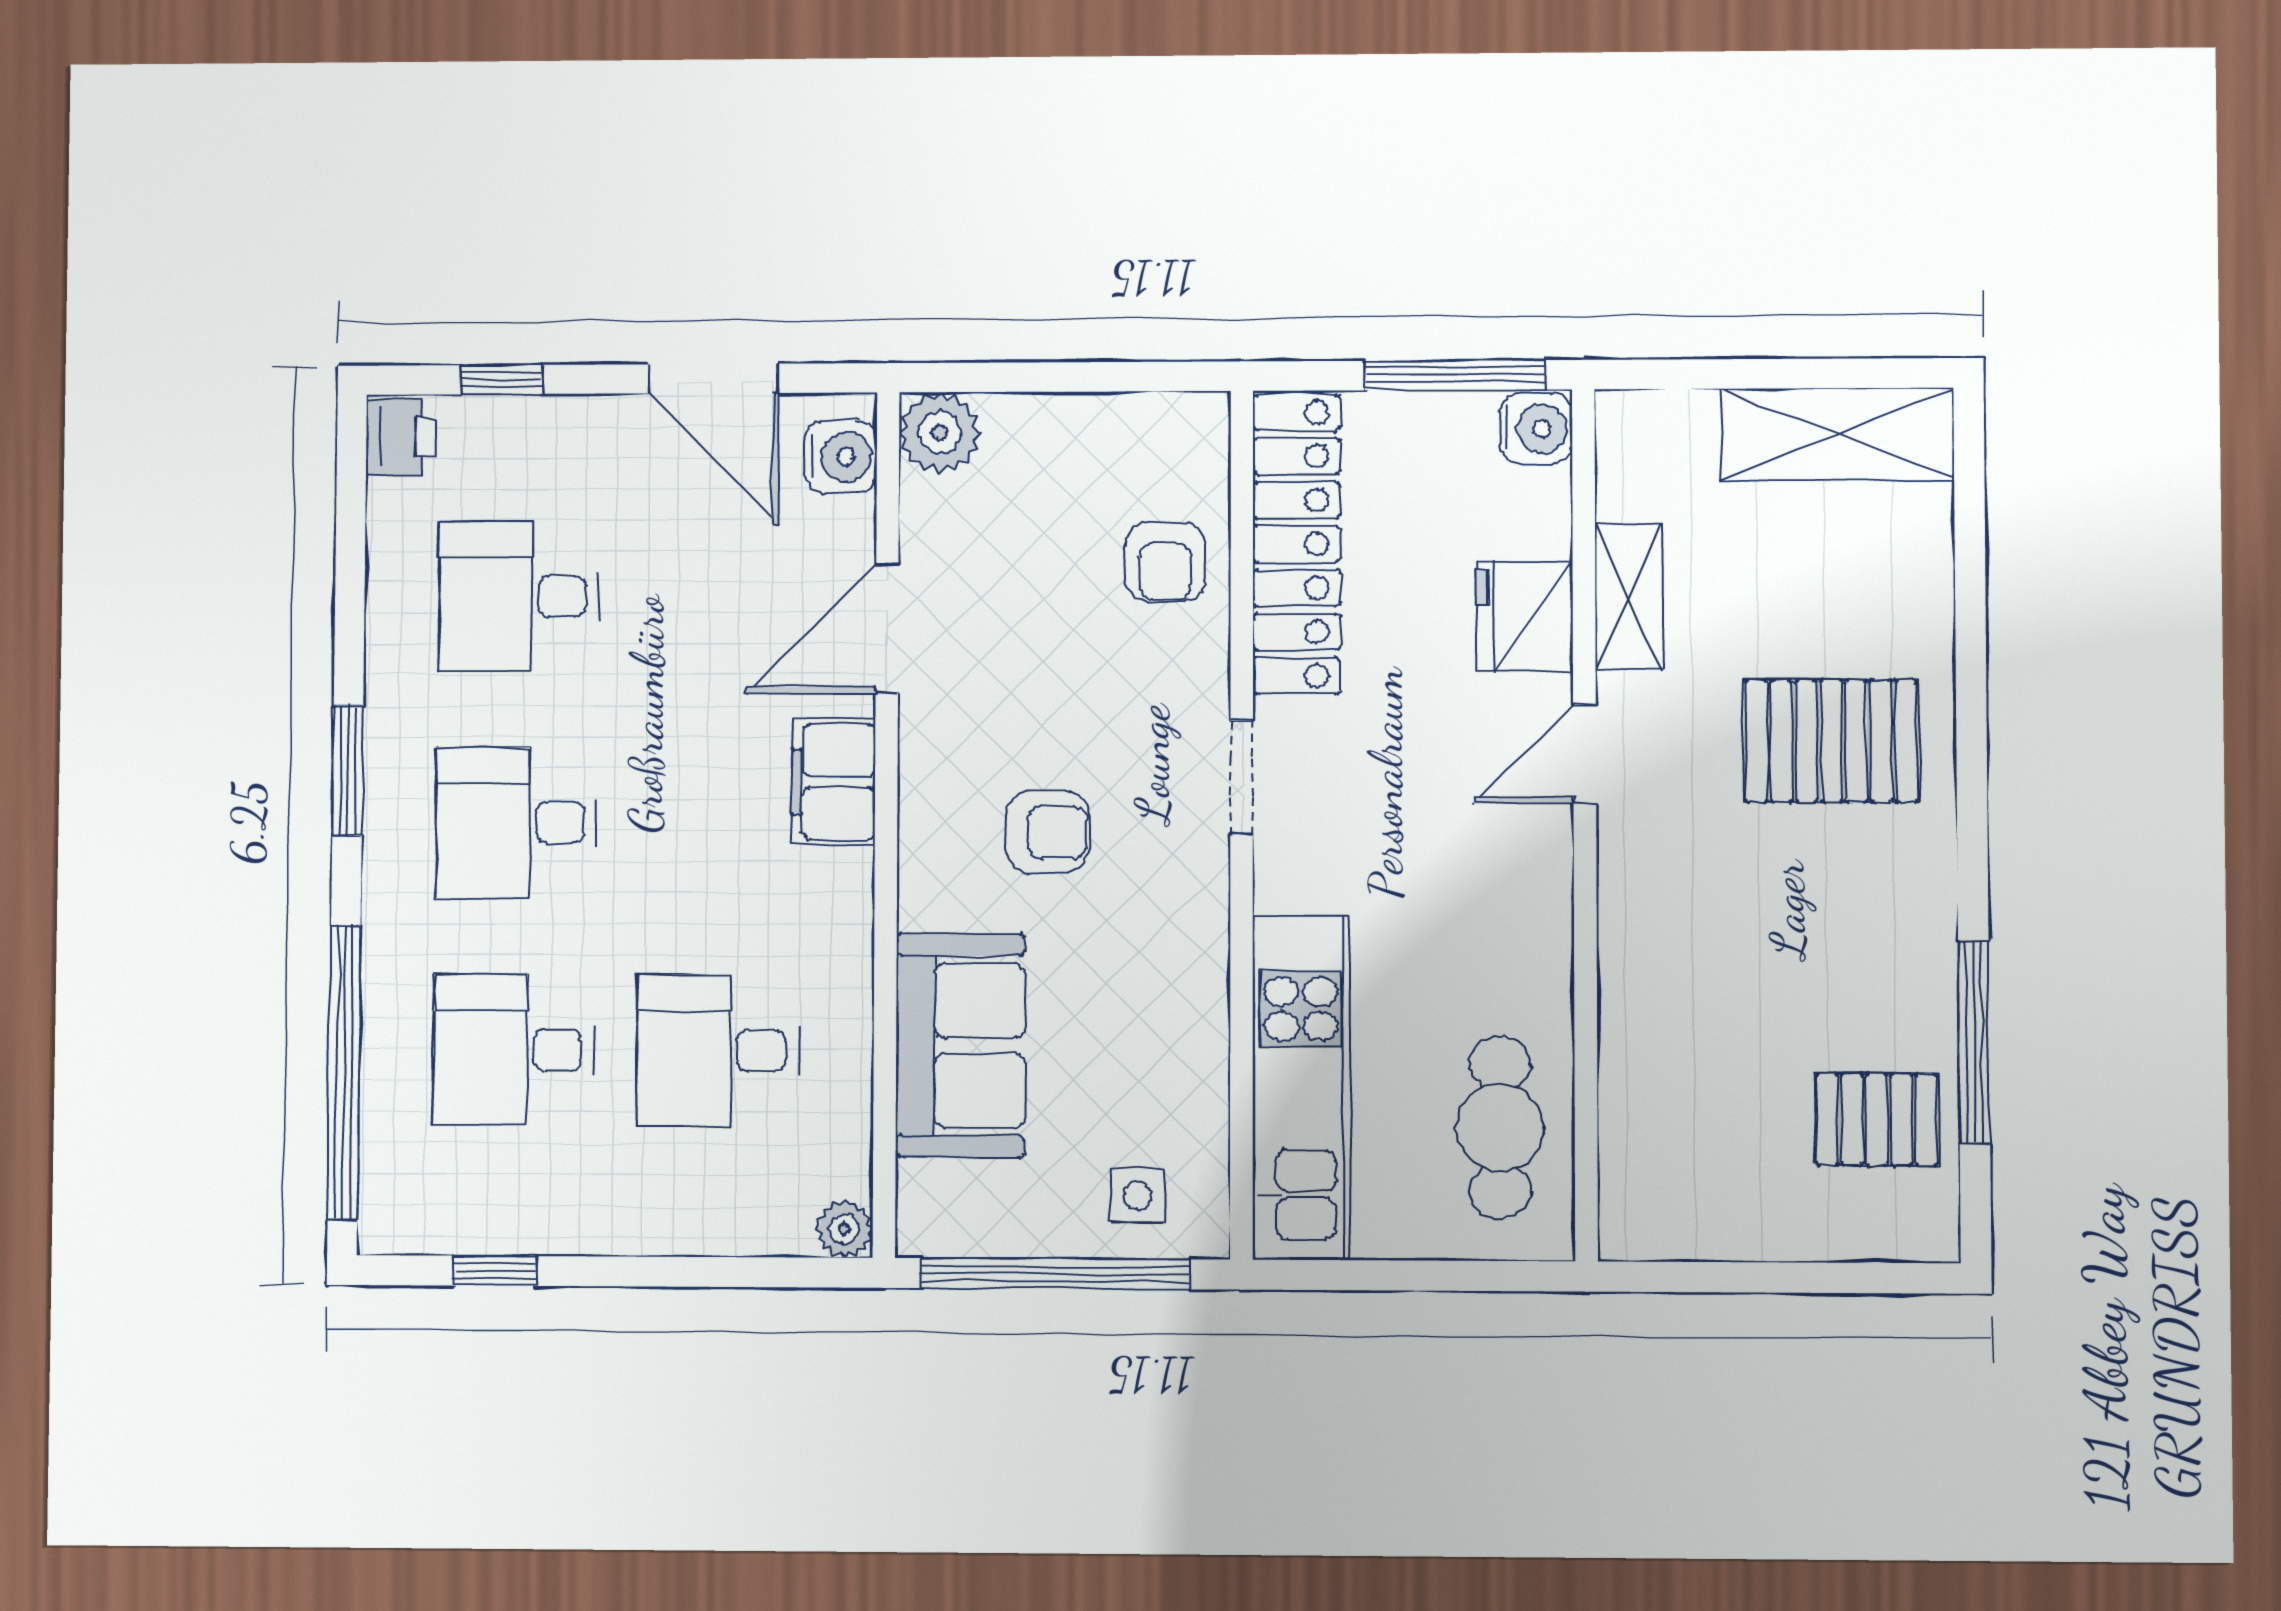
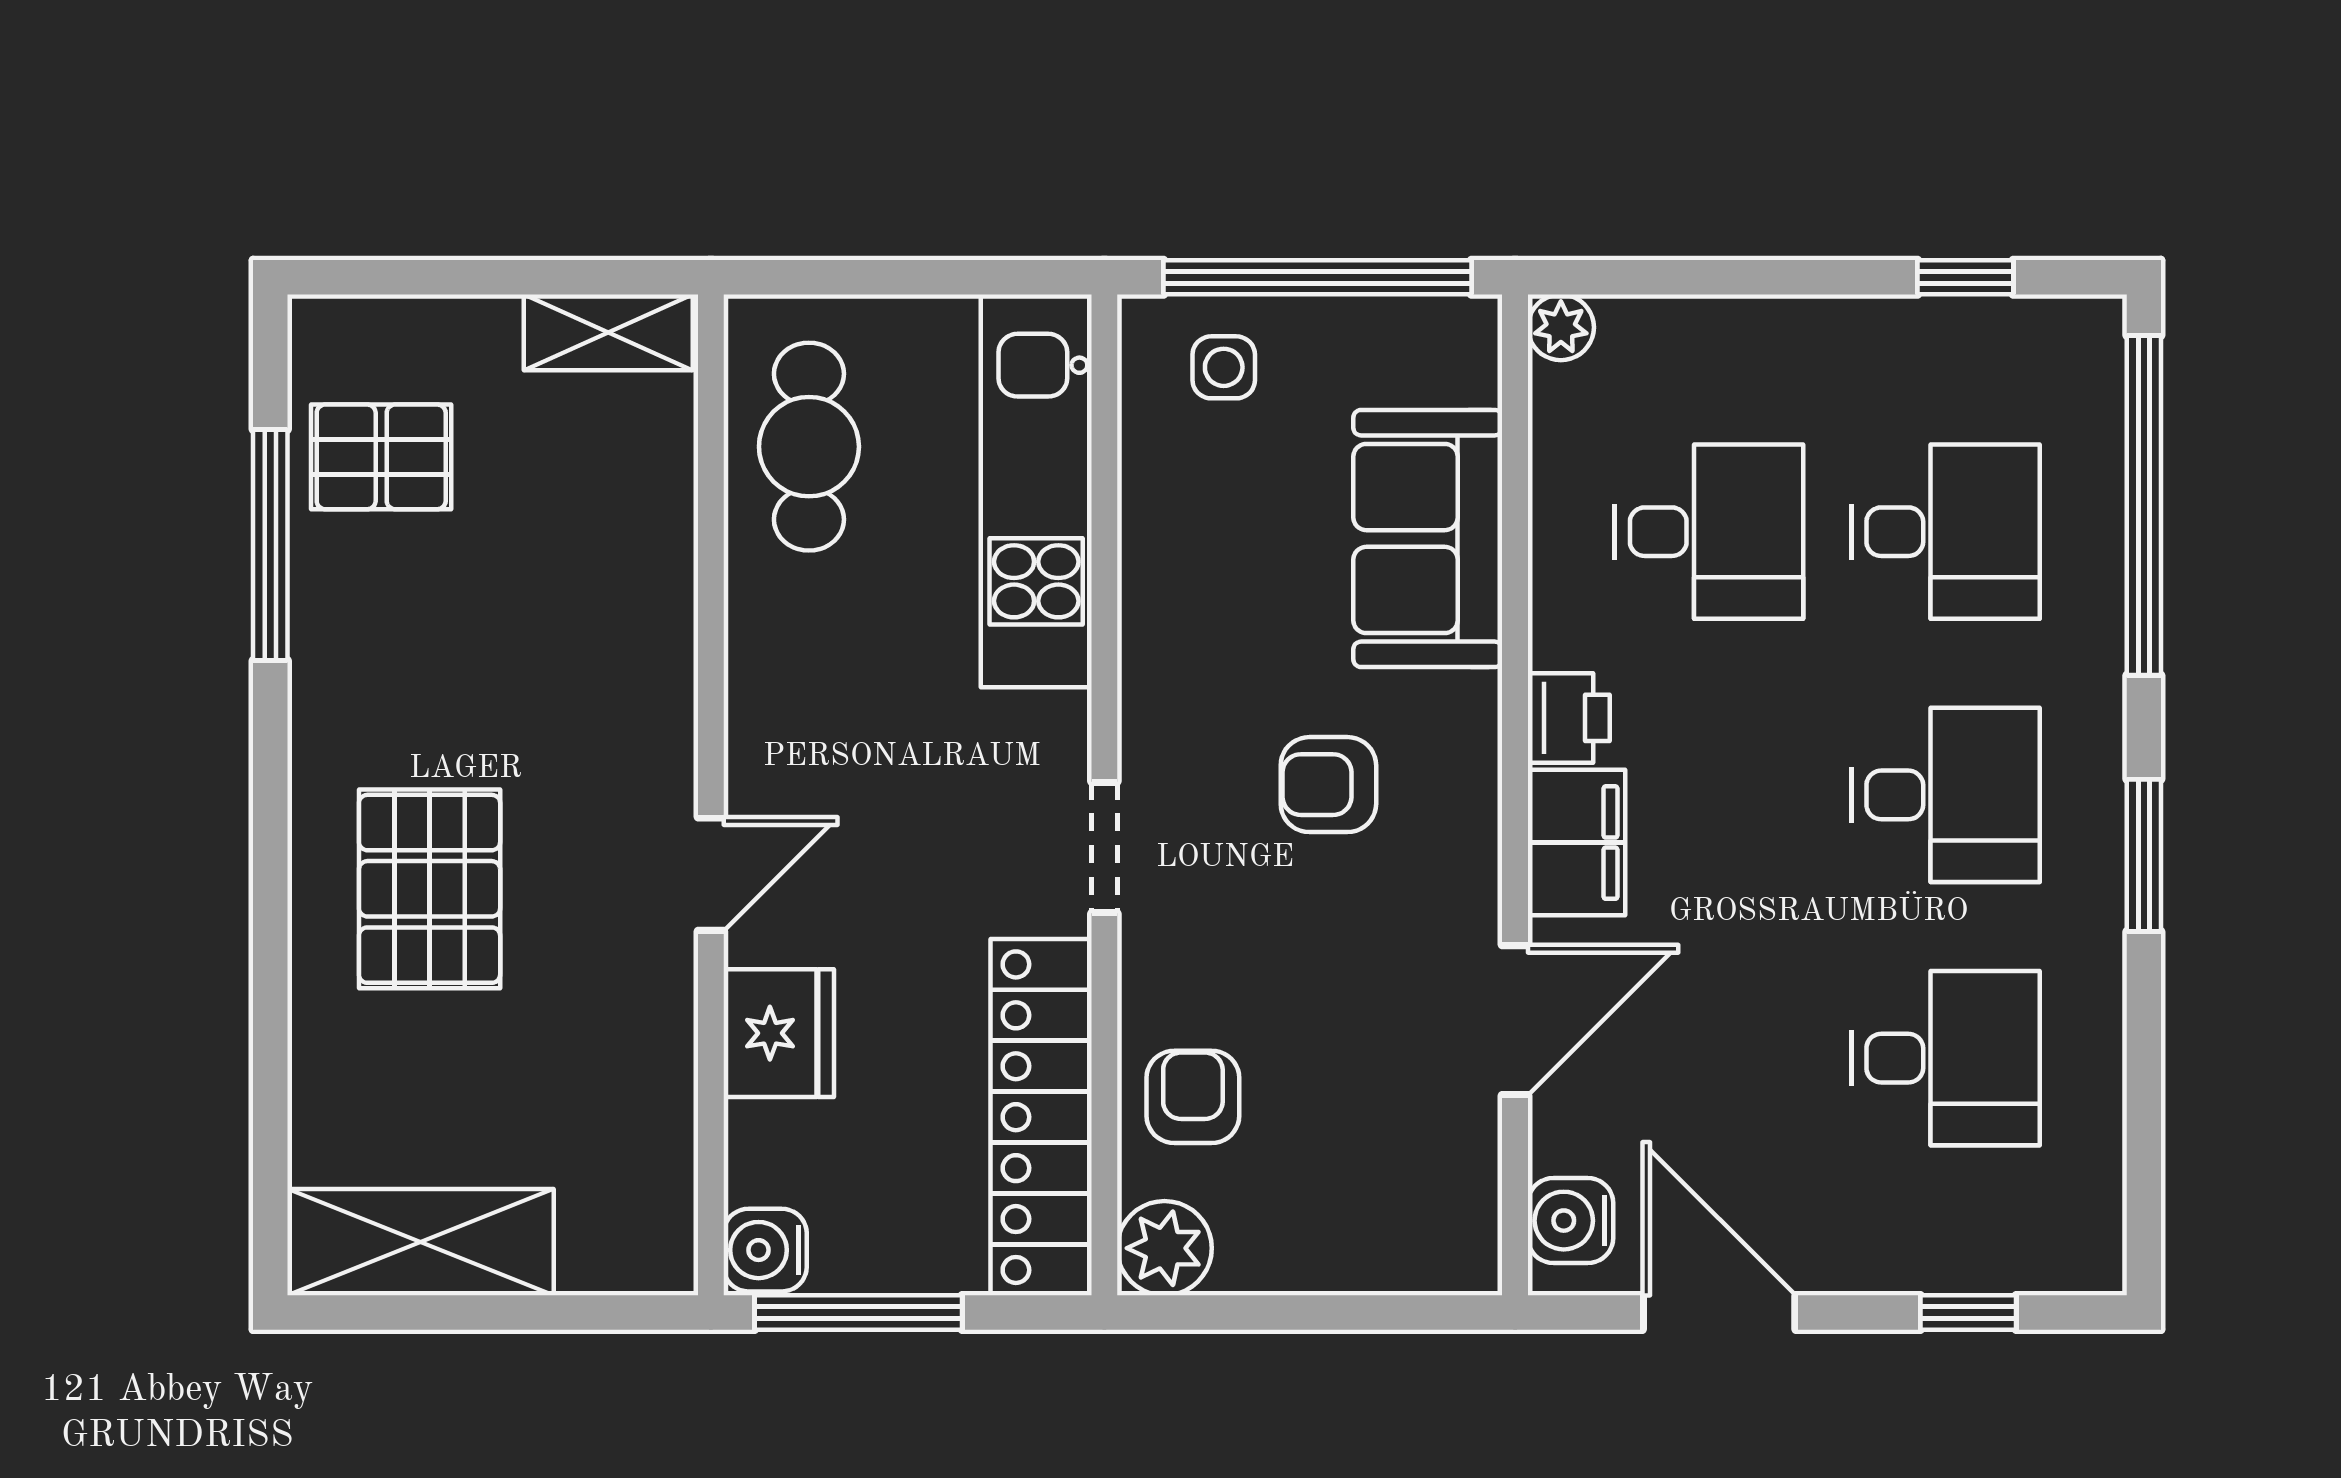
plant: (940, 433) -> (1164, 1248), moved
printer: (401, 437) -> (1569, 718), moved, turned 180
shelving: (1628, 597) -> (608, 332), moved, turned 90
pallet: (1831, 741) -> (430, 889), turned 90

